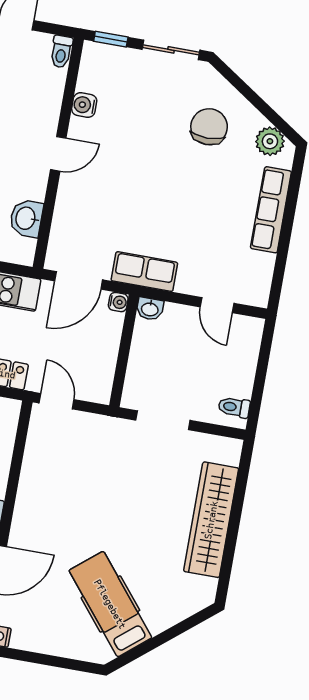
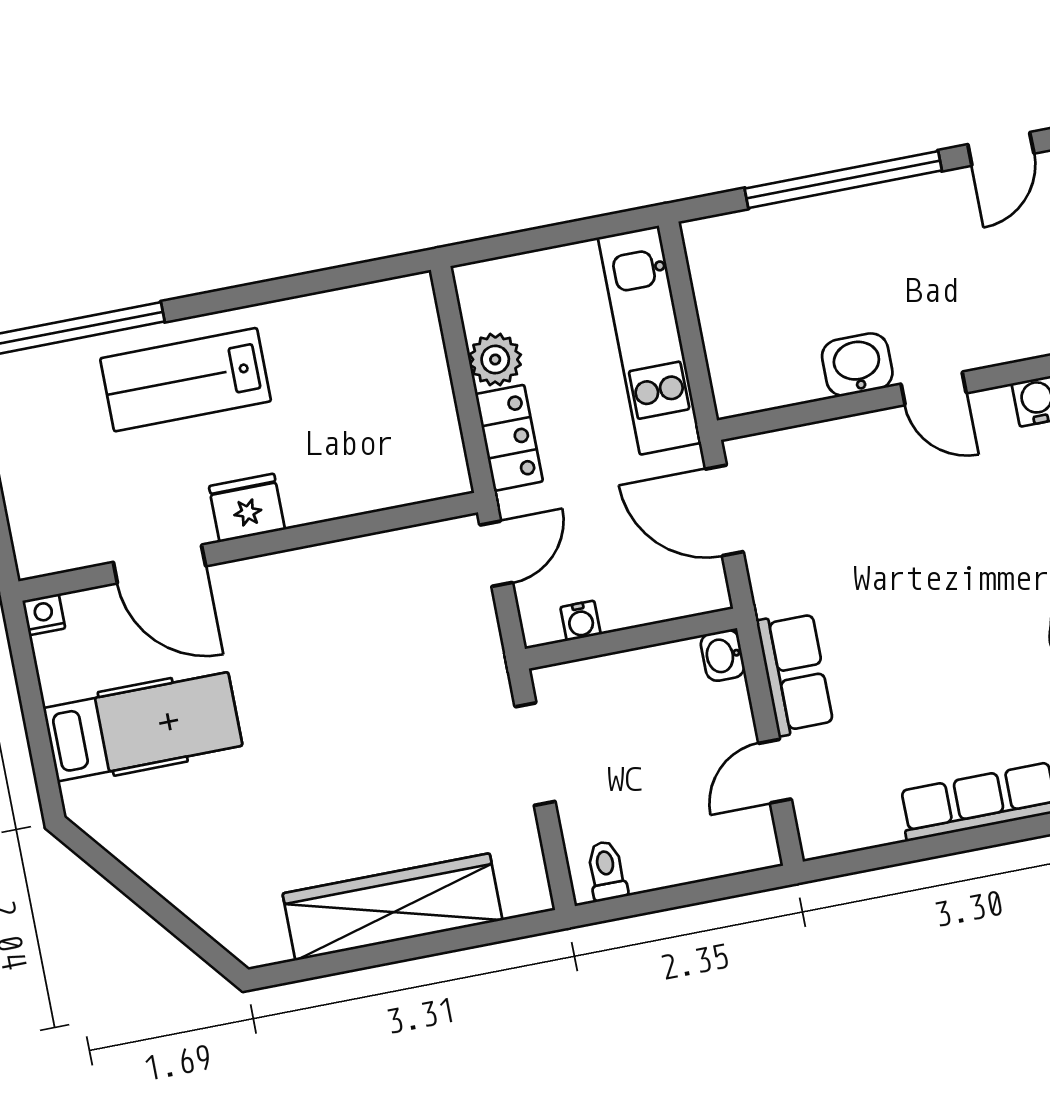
washbasin: (26, 218) -> (857, 365), moved
row of seats: (144, 272) -> (795, 673), moved
water cooler: (118, 302) -> (581, 621), moved
hospital bed: (110, 604) -> (143, 727), moved, turned 39

